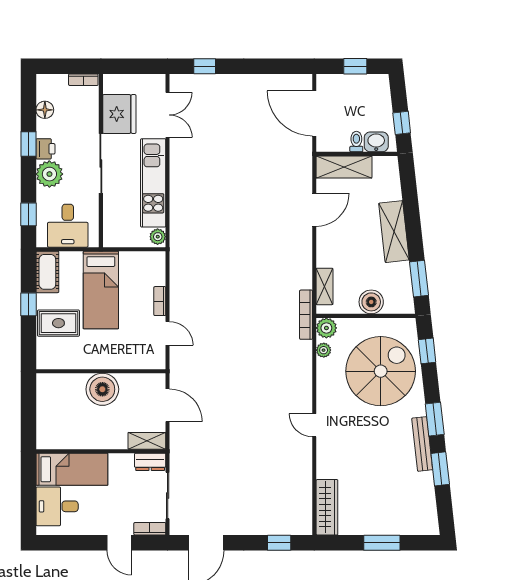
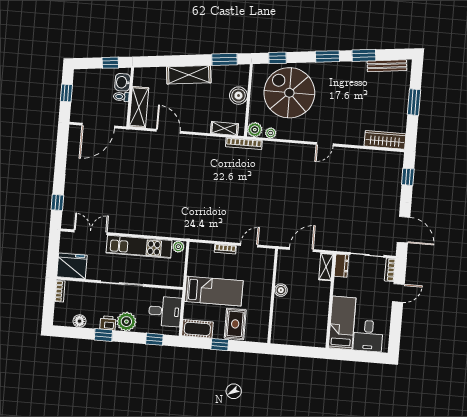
fridge: (119, 114) -> (72, 266), moved
boiler: (102, 389) -> (281, 290), width x0.54, depth x0.54
bench: (422, 444) -> (387, 66), moved

